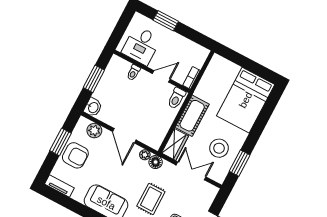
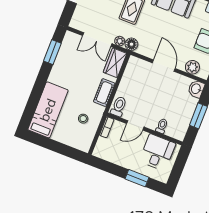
bed: (246, 100) -> (48, 110), width x0.67
cot: (192, 116) -> (104, 93), width x0.73, depth x0.75
stool: (219, 148) -> (83, 119), moved, width x0.53, depth x0.53
plant: (145, 155) -> (120, 41), moved

